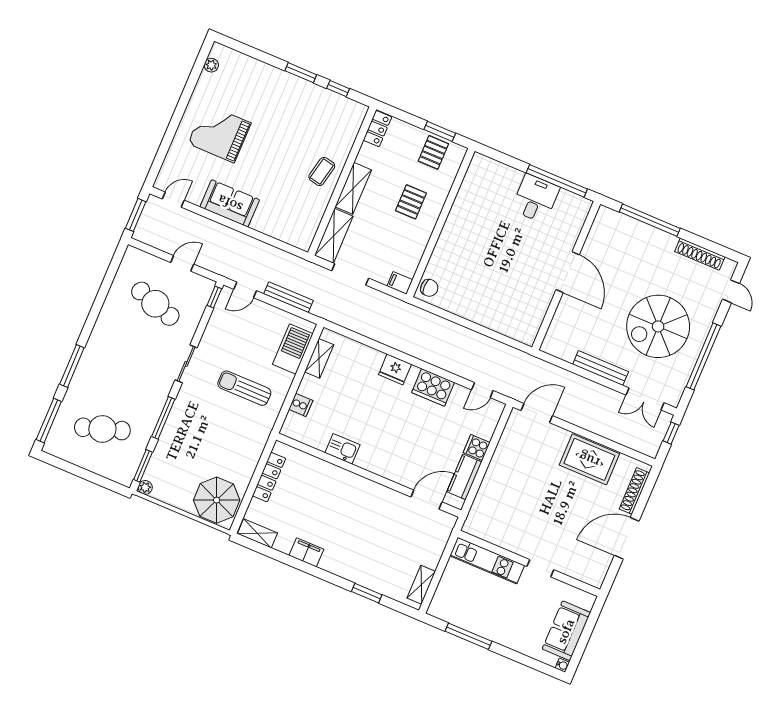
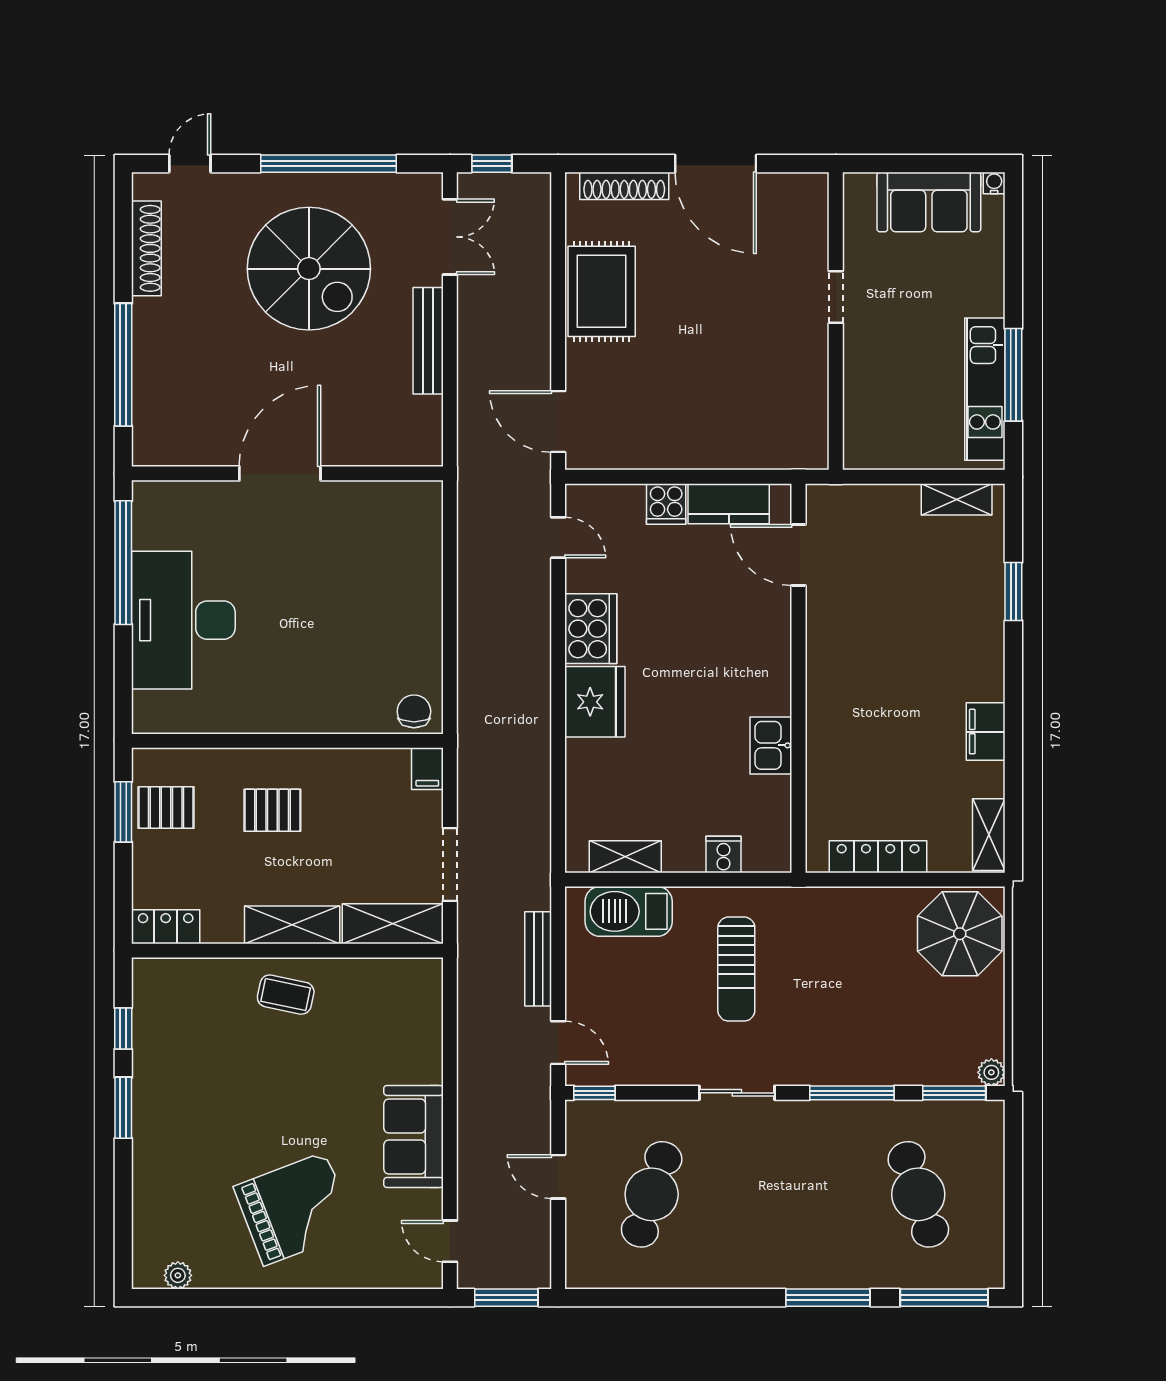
grand piano: (219, 133) -> (295, 1209), turned -111
desk: (535, 198) -> (183, 620), width x1.87, depth x1.30
fridge: (395, 369) -> (595, 702), width x1.36, depth x1.34
kitchen unit: (487, 561) -> (985, 389), moved, turned 180

